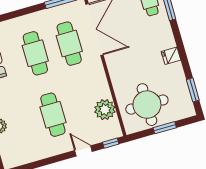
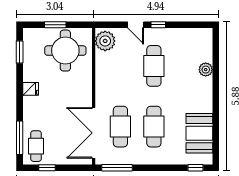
plant: (105, 110) -> (105, 41), moved
window: (111, 143) -> (158, 25), moved

